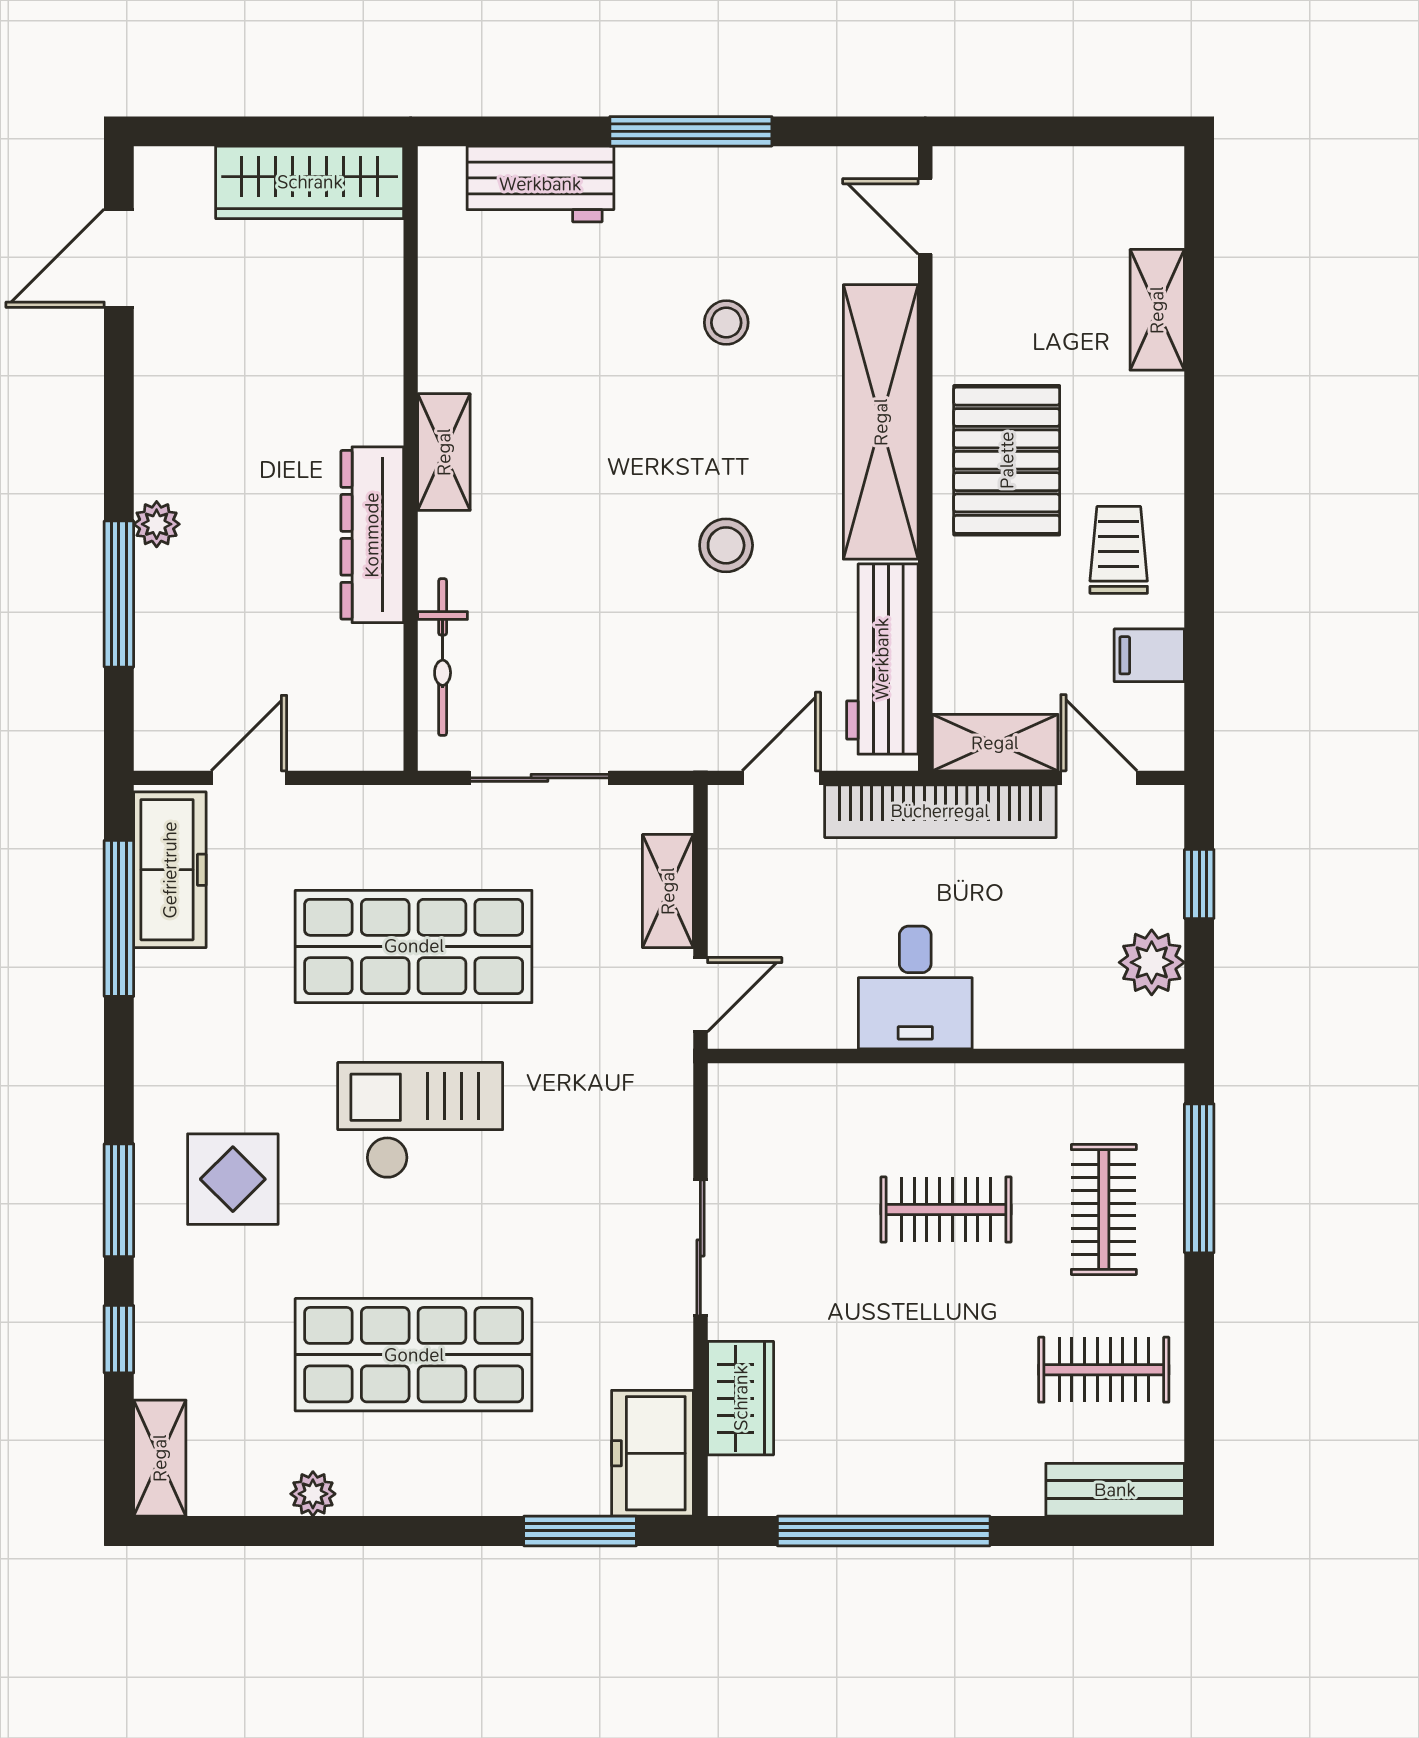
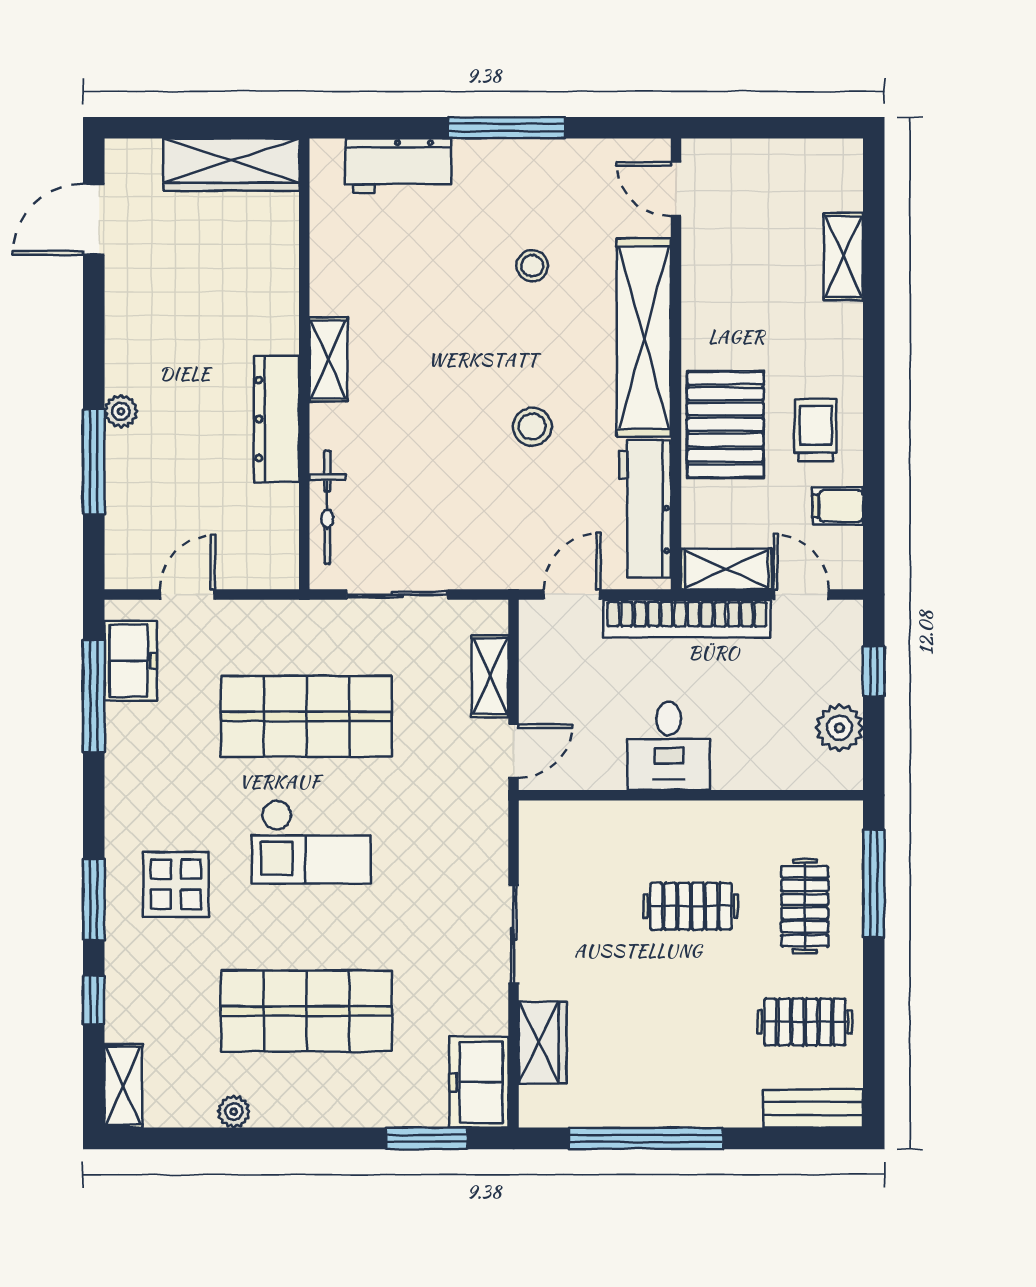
pallet: (1007, 460) -> (725, 424), moved
freezer: (170, 870) -> (131, 661), width x0.71
checkout: (420, 1120) -> (311, 842), turned 180

